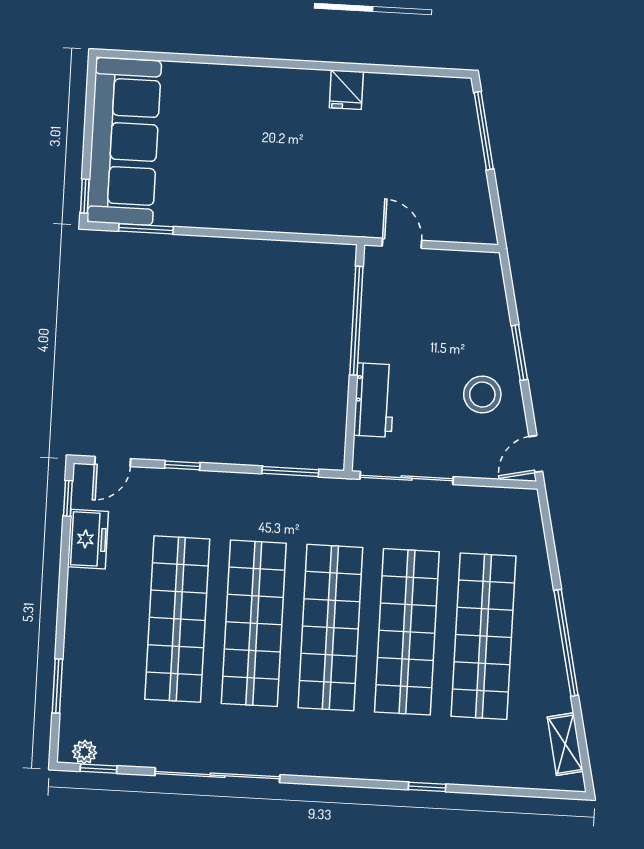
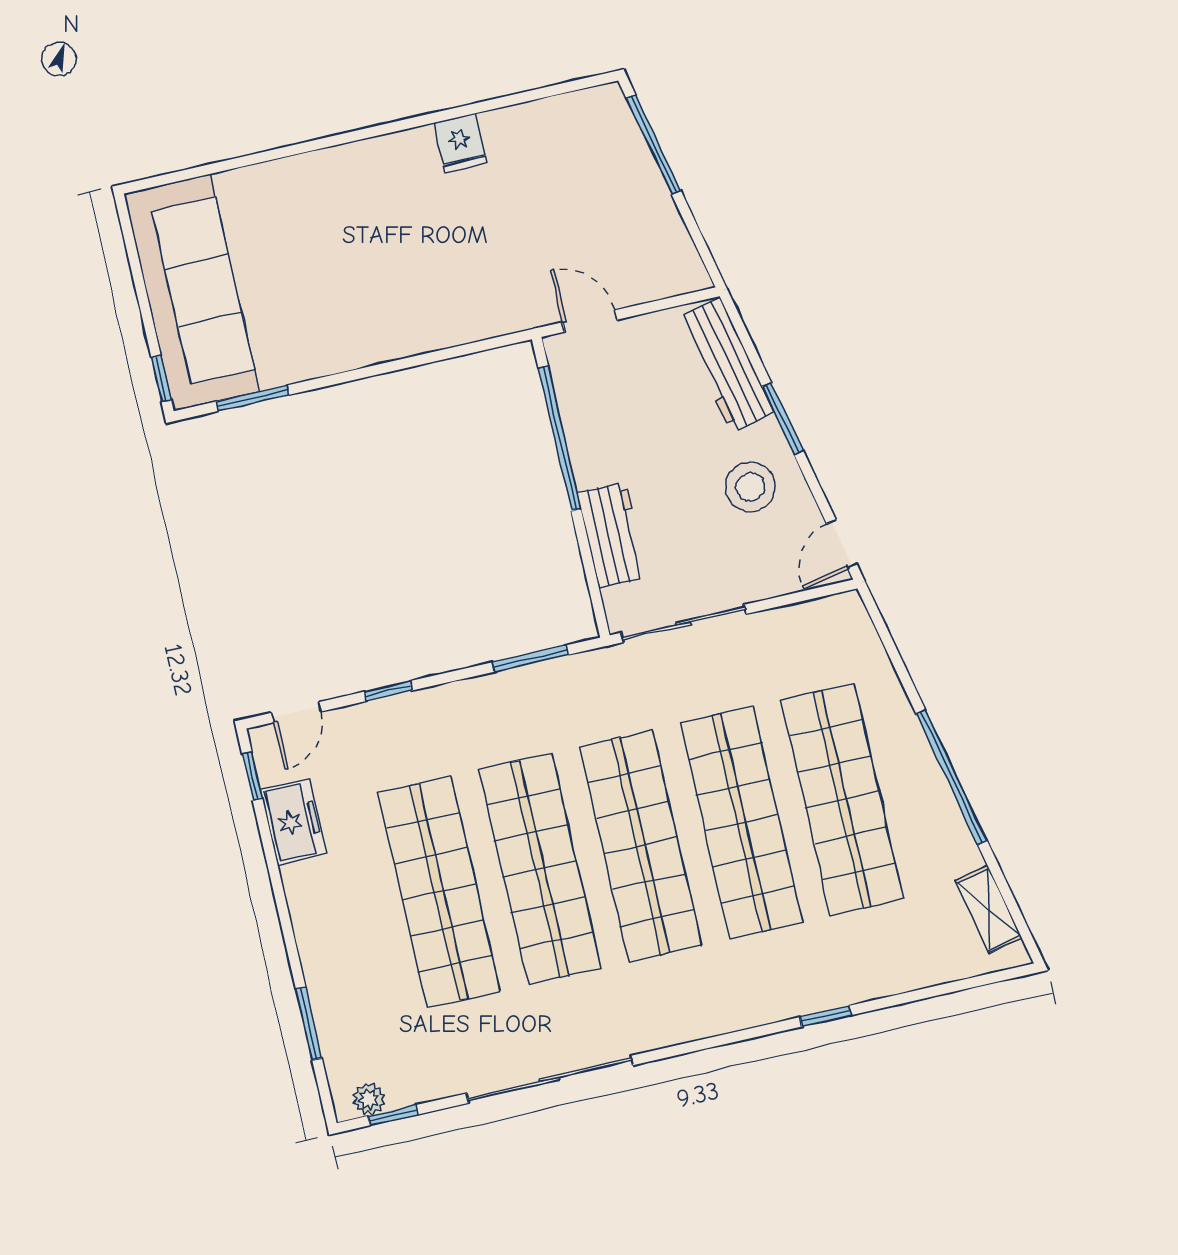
workbench: (490, 302) -> (726, 365), added

